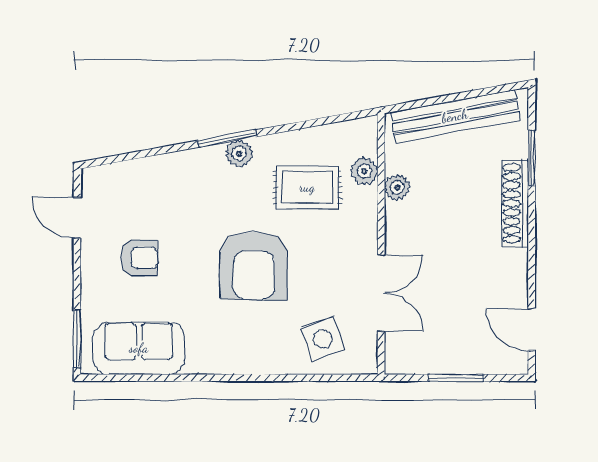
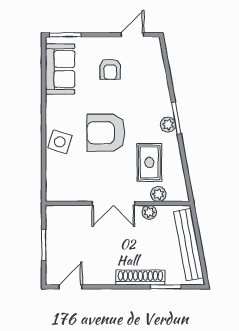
double door: (381, 293) -> (113, 203), moved
side table: (323, 339) -> (60, 142), moved, turned 37

